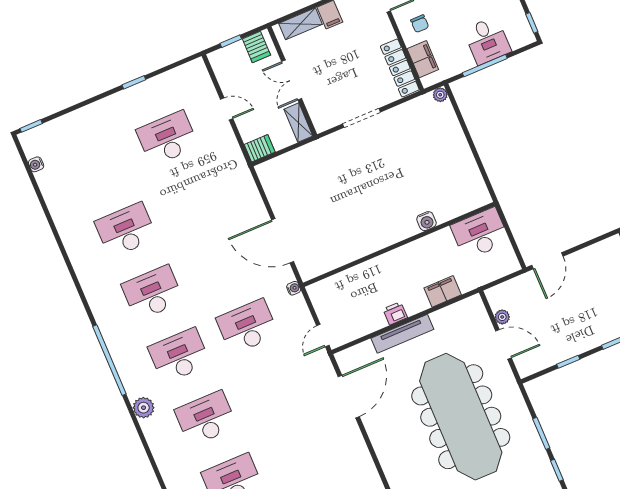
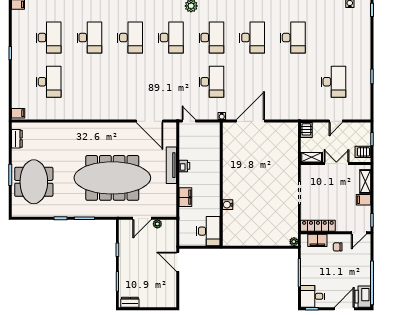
desk: (487, 40) -> (313, 296), moved

